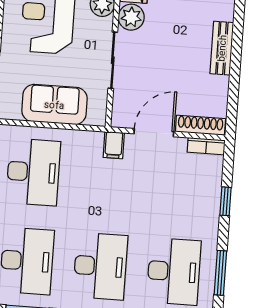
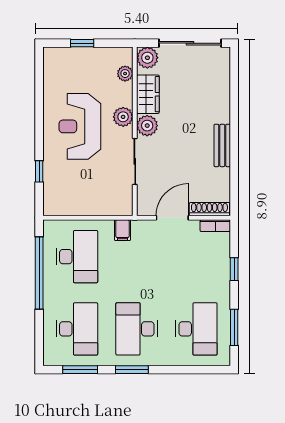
sofa: (54, 105) -> (90, 201), removed
filing cabinet: (114, 145) -> (122, 230), moved
desk: (100, 266) -> (137, 329), turned 180

